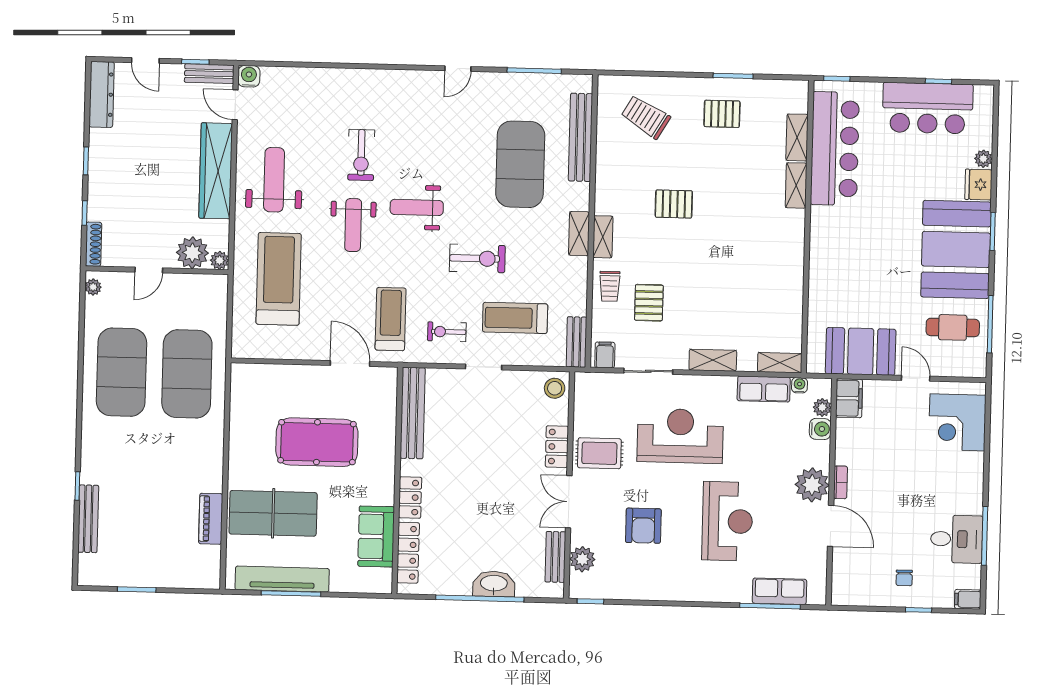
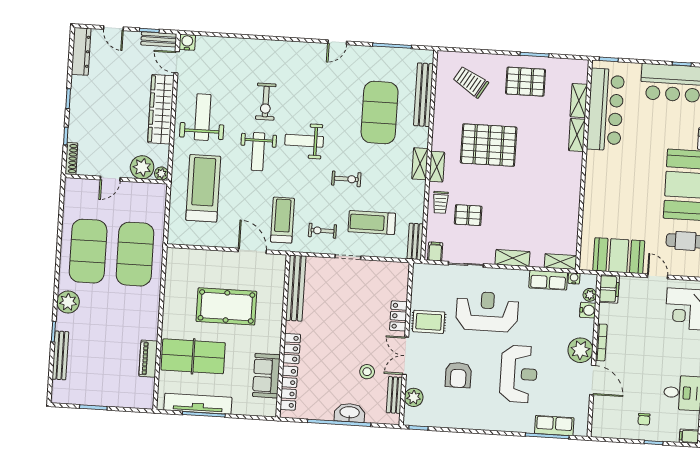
pallet: (722, 114) -> (526, 82), width x1.50, depth x1.42
pallet: (674, 204) -> (489, 145), width x2.05, depth x2.00
exercise bike: (477, 258) -> (346, 179), width x0.73, depth x0.72
plant: (93, 287) -> (68, 302), moved, width x1.88, depth x1.88
pallet: (649, 303) -> (468, 215), turned 90
stool: (555, 388) -> (367, 372), moved
bookcase: (840, 482) -> (601, 342), width x1.56

